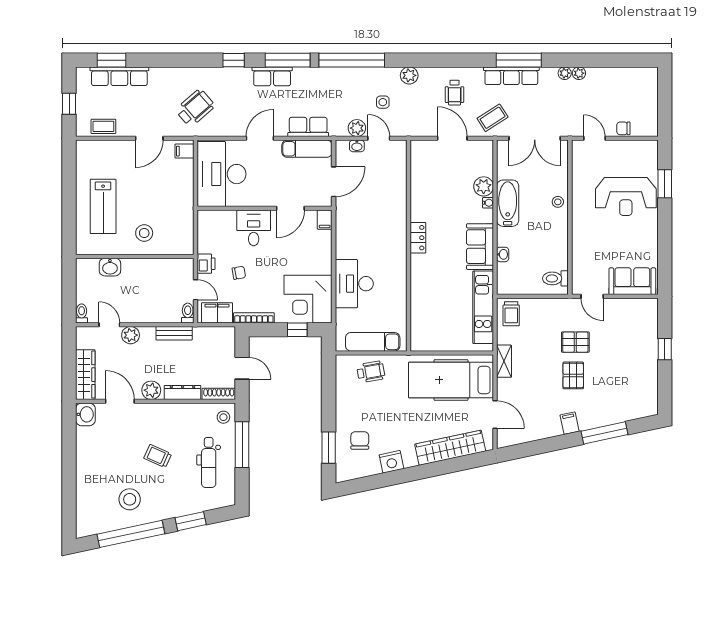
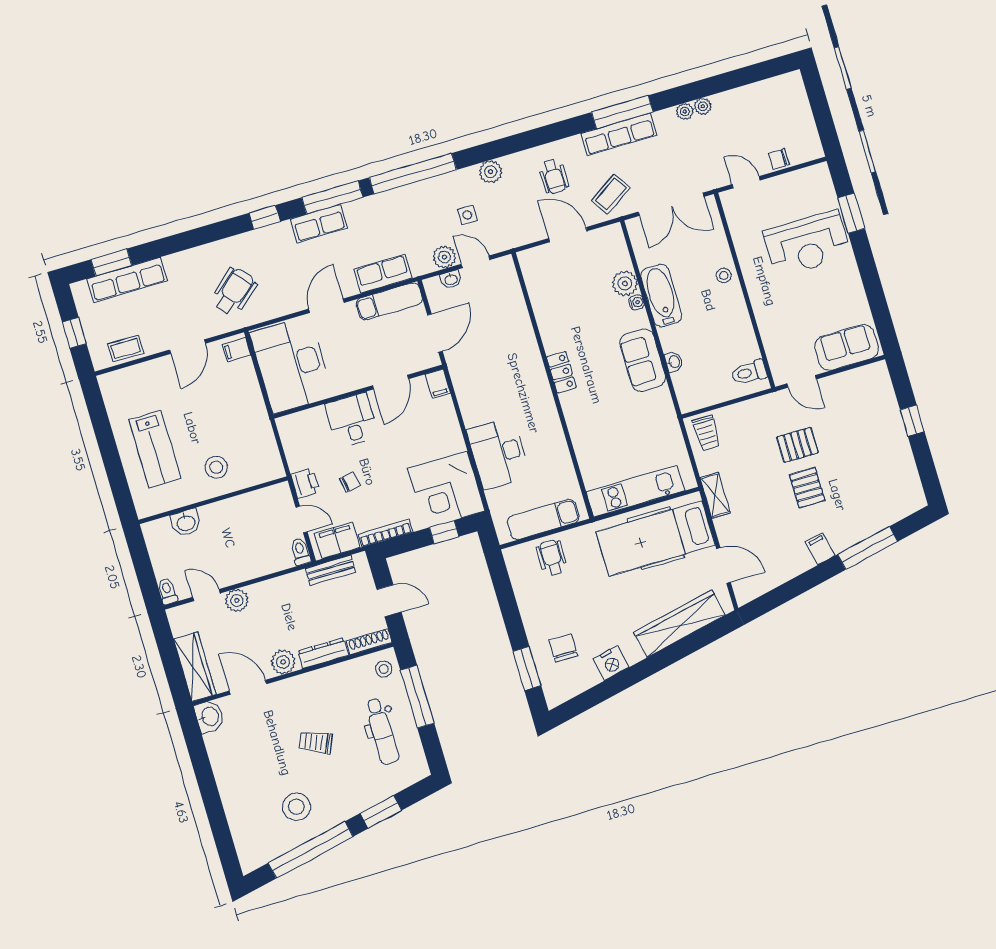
kitchen unit: (483, 307) -> (635, 491), moved, turned 90
bench: (174, 333) -> (331, 570), moved
wheelchair: (371, 372) -> (552, 558), turned -80

